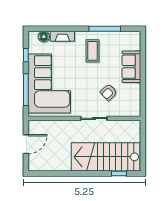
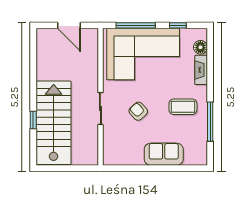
armchair: (109, 92) -> (138, 111), moved
window: (119, 173) -> (33, 120), moved

